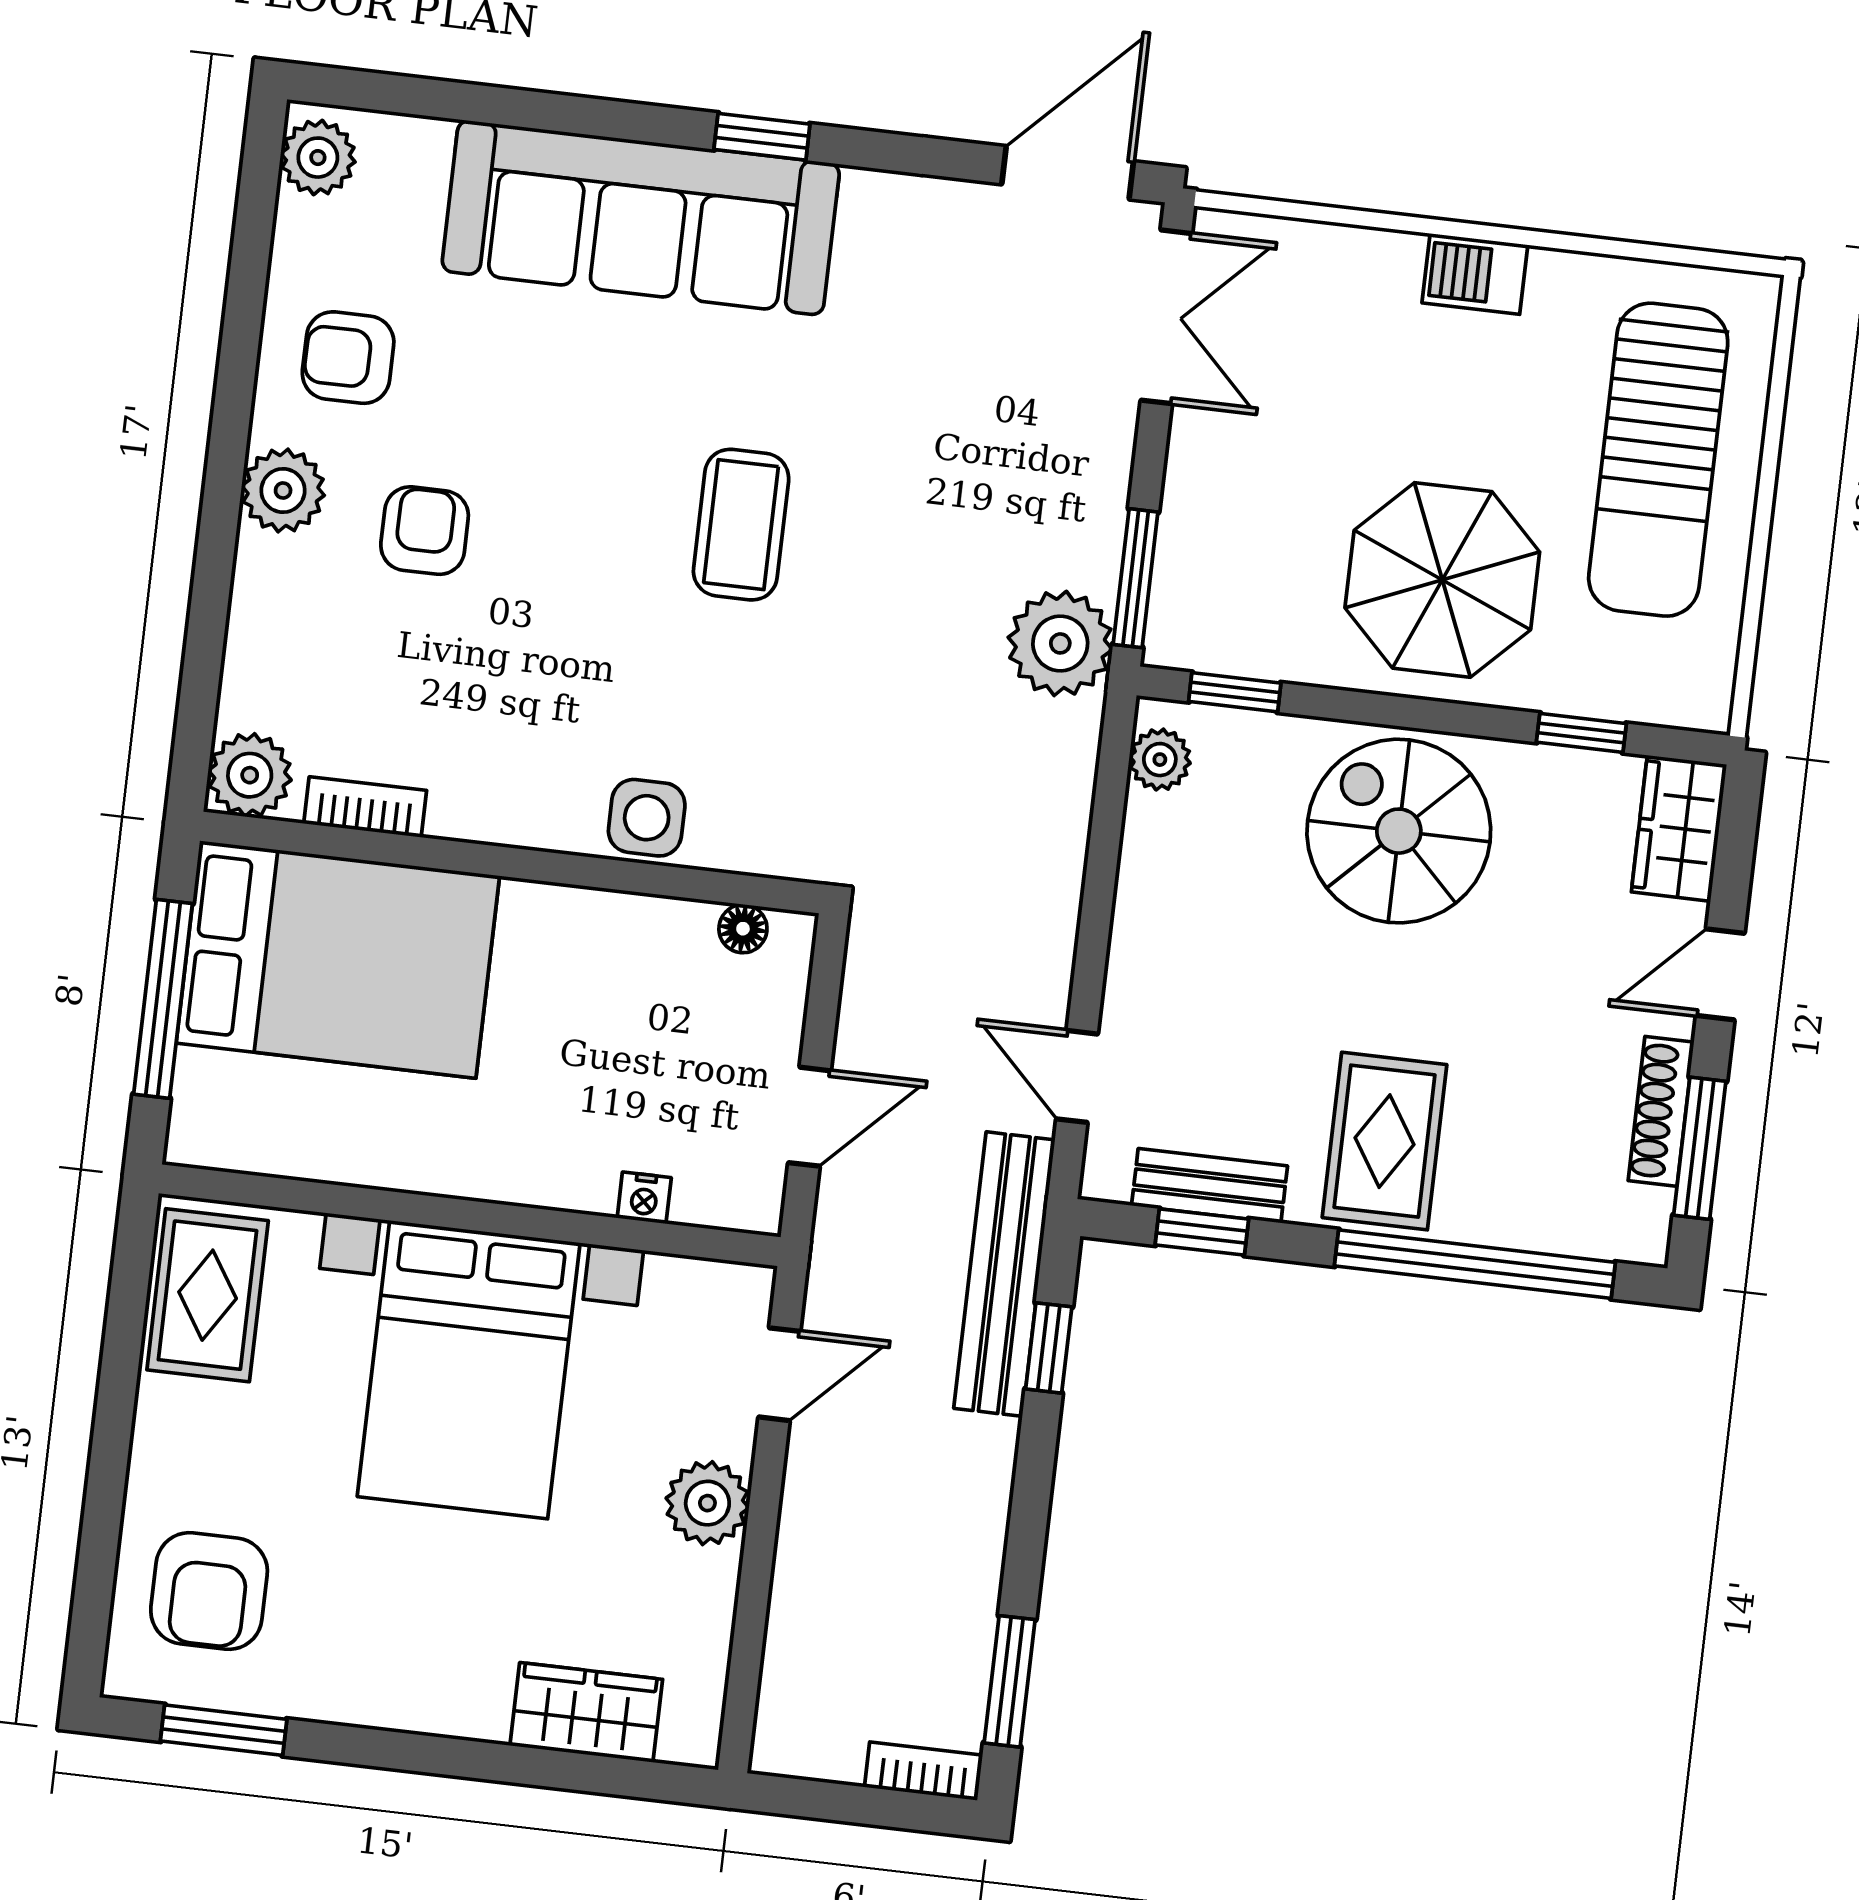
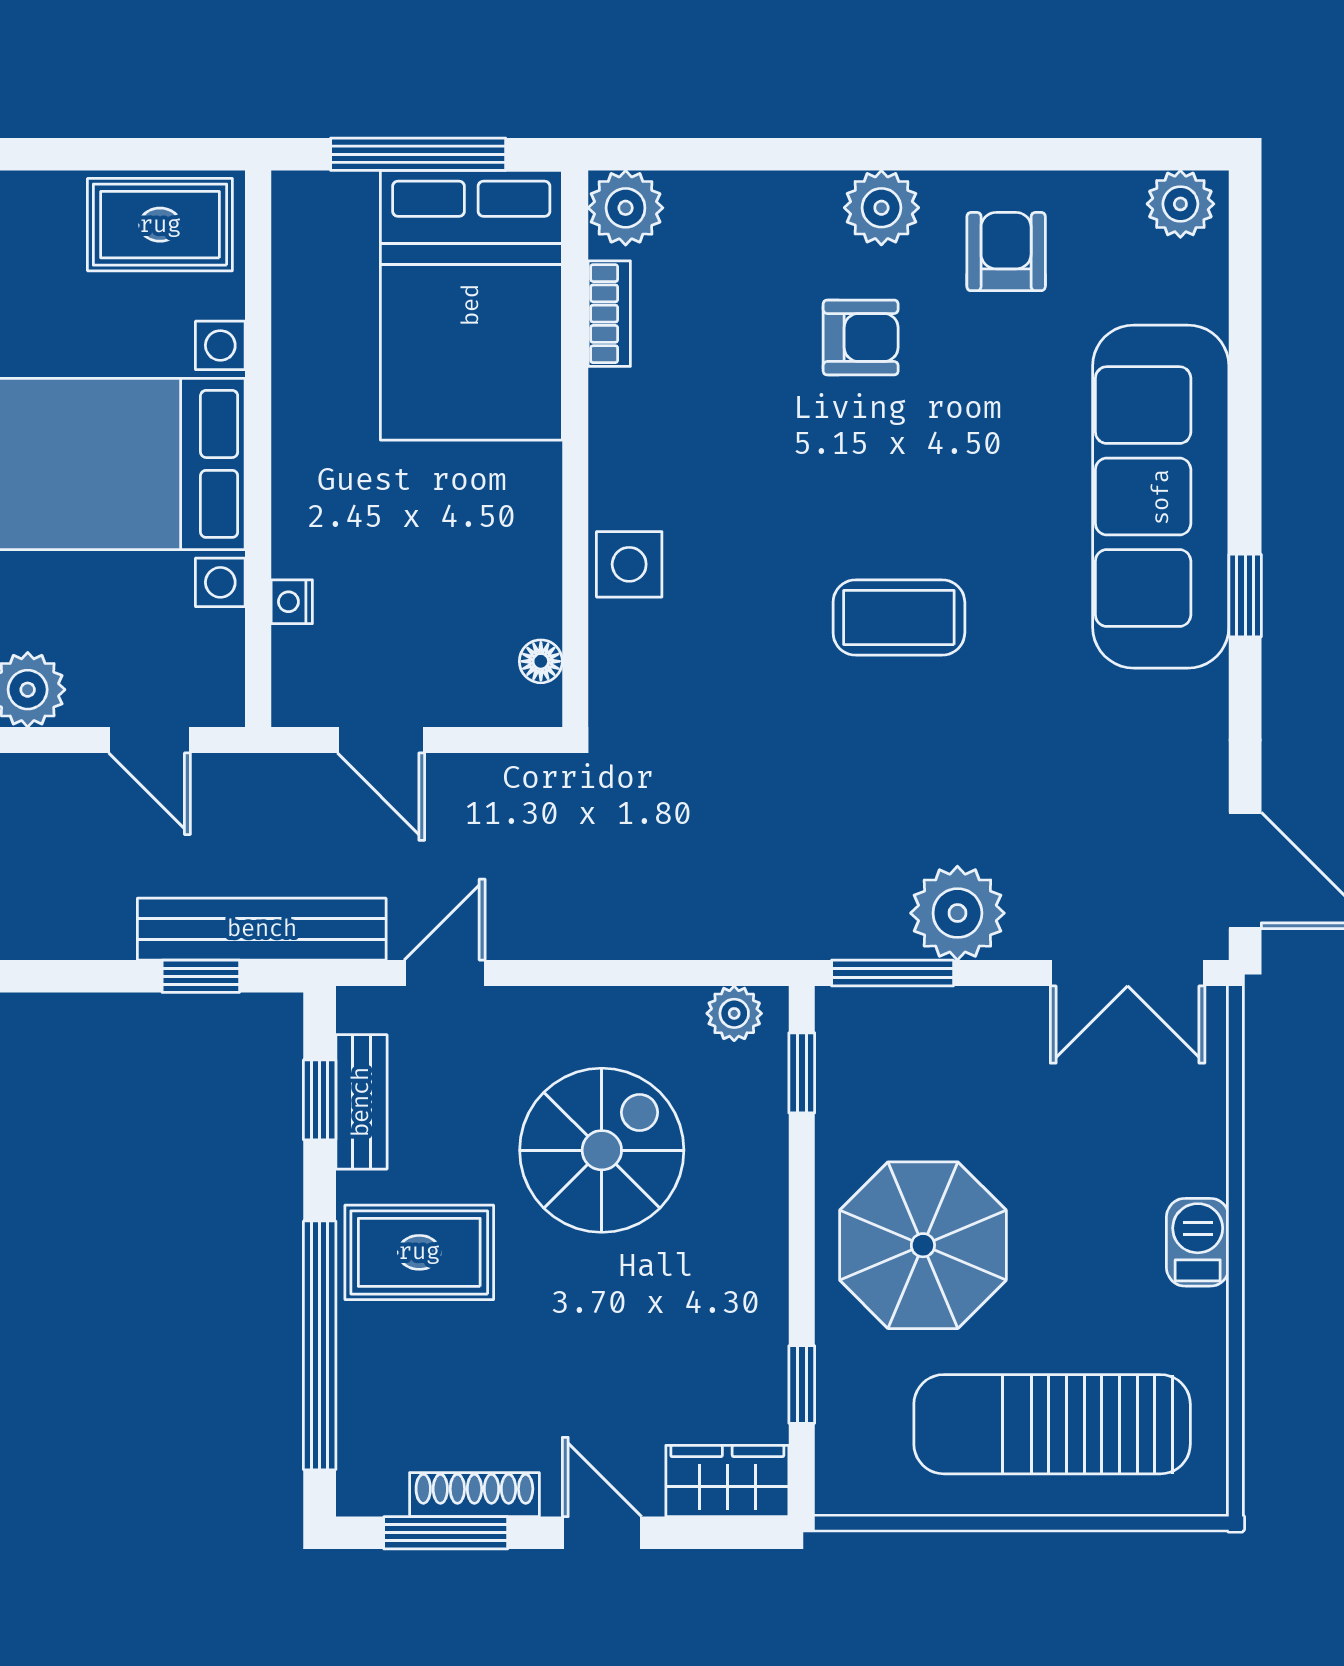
plant: (1060, 643) -> (957, 913), moved
spiral stairs: (1399, 831) -> (602, 1150), moved

